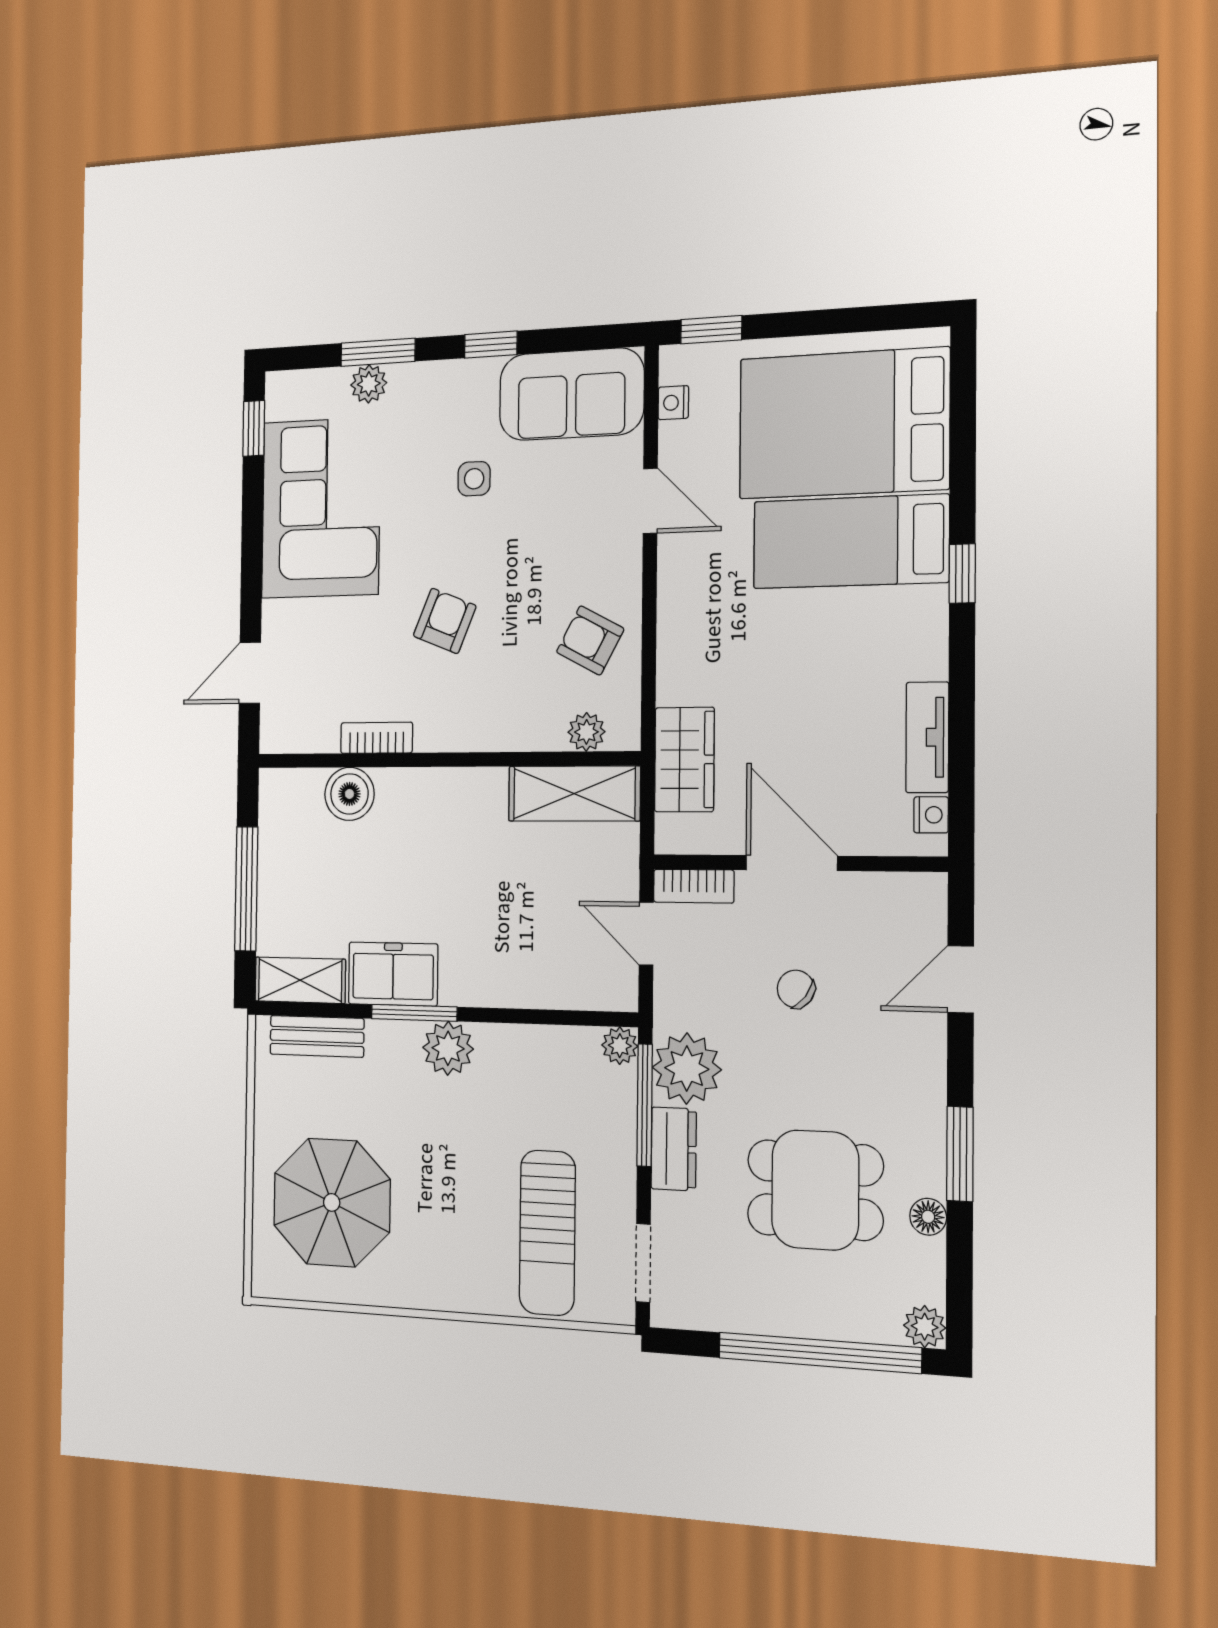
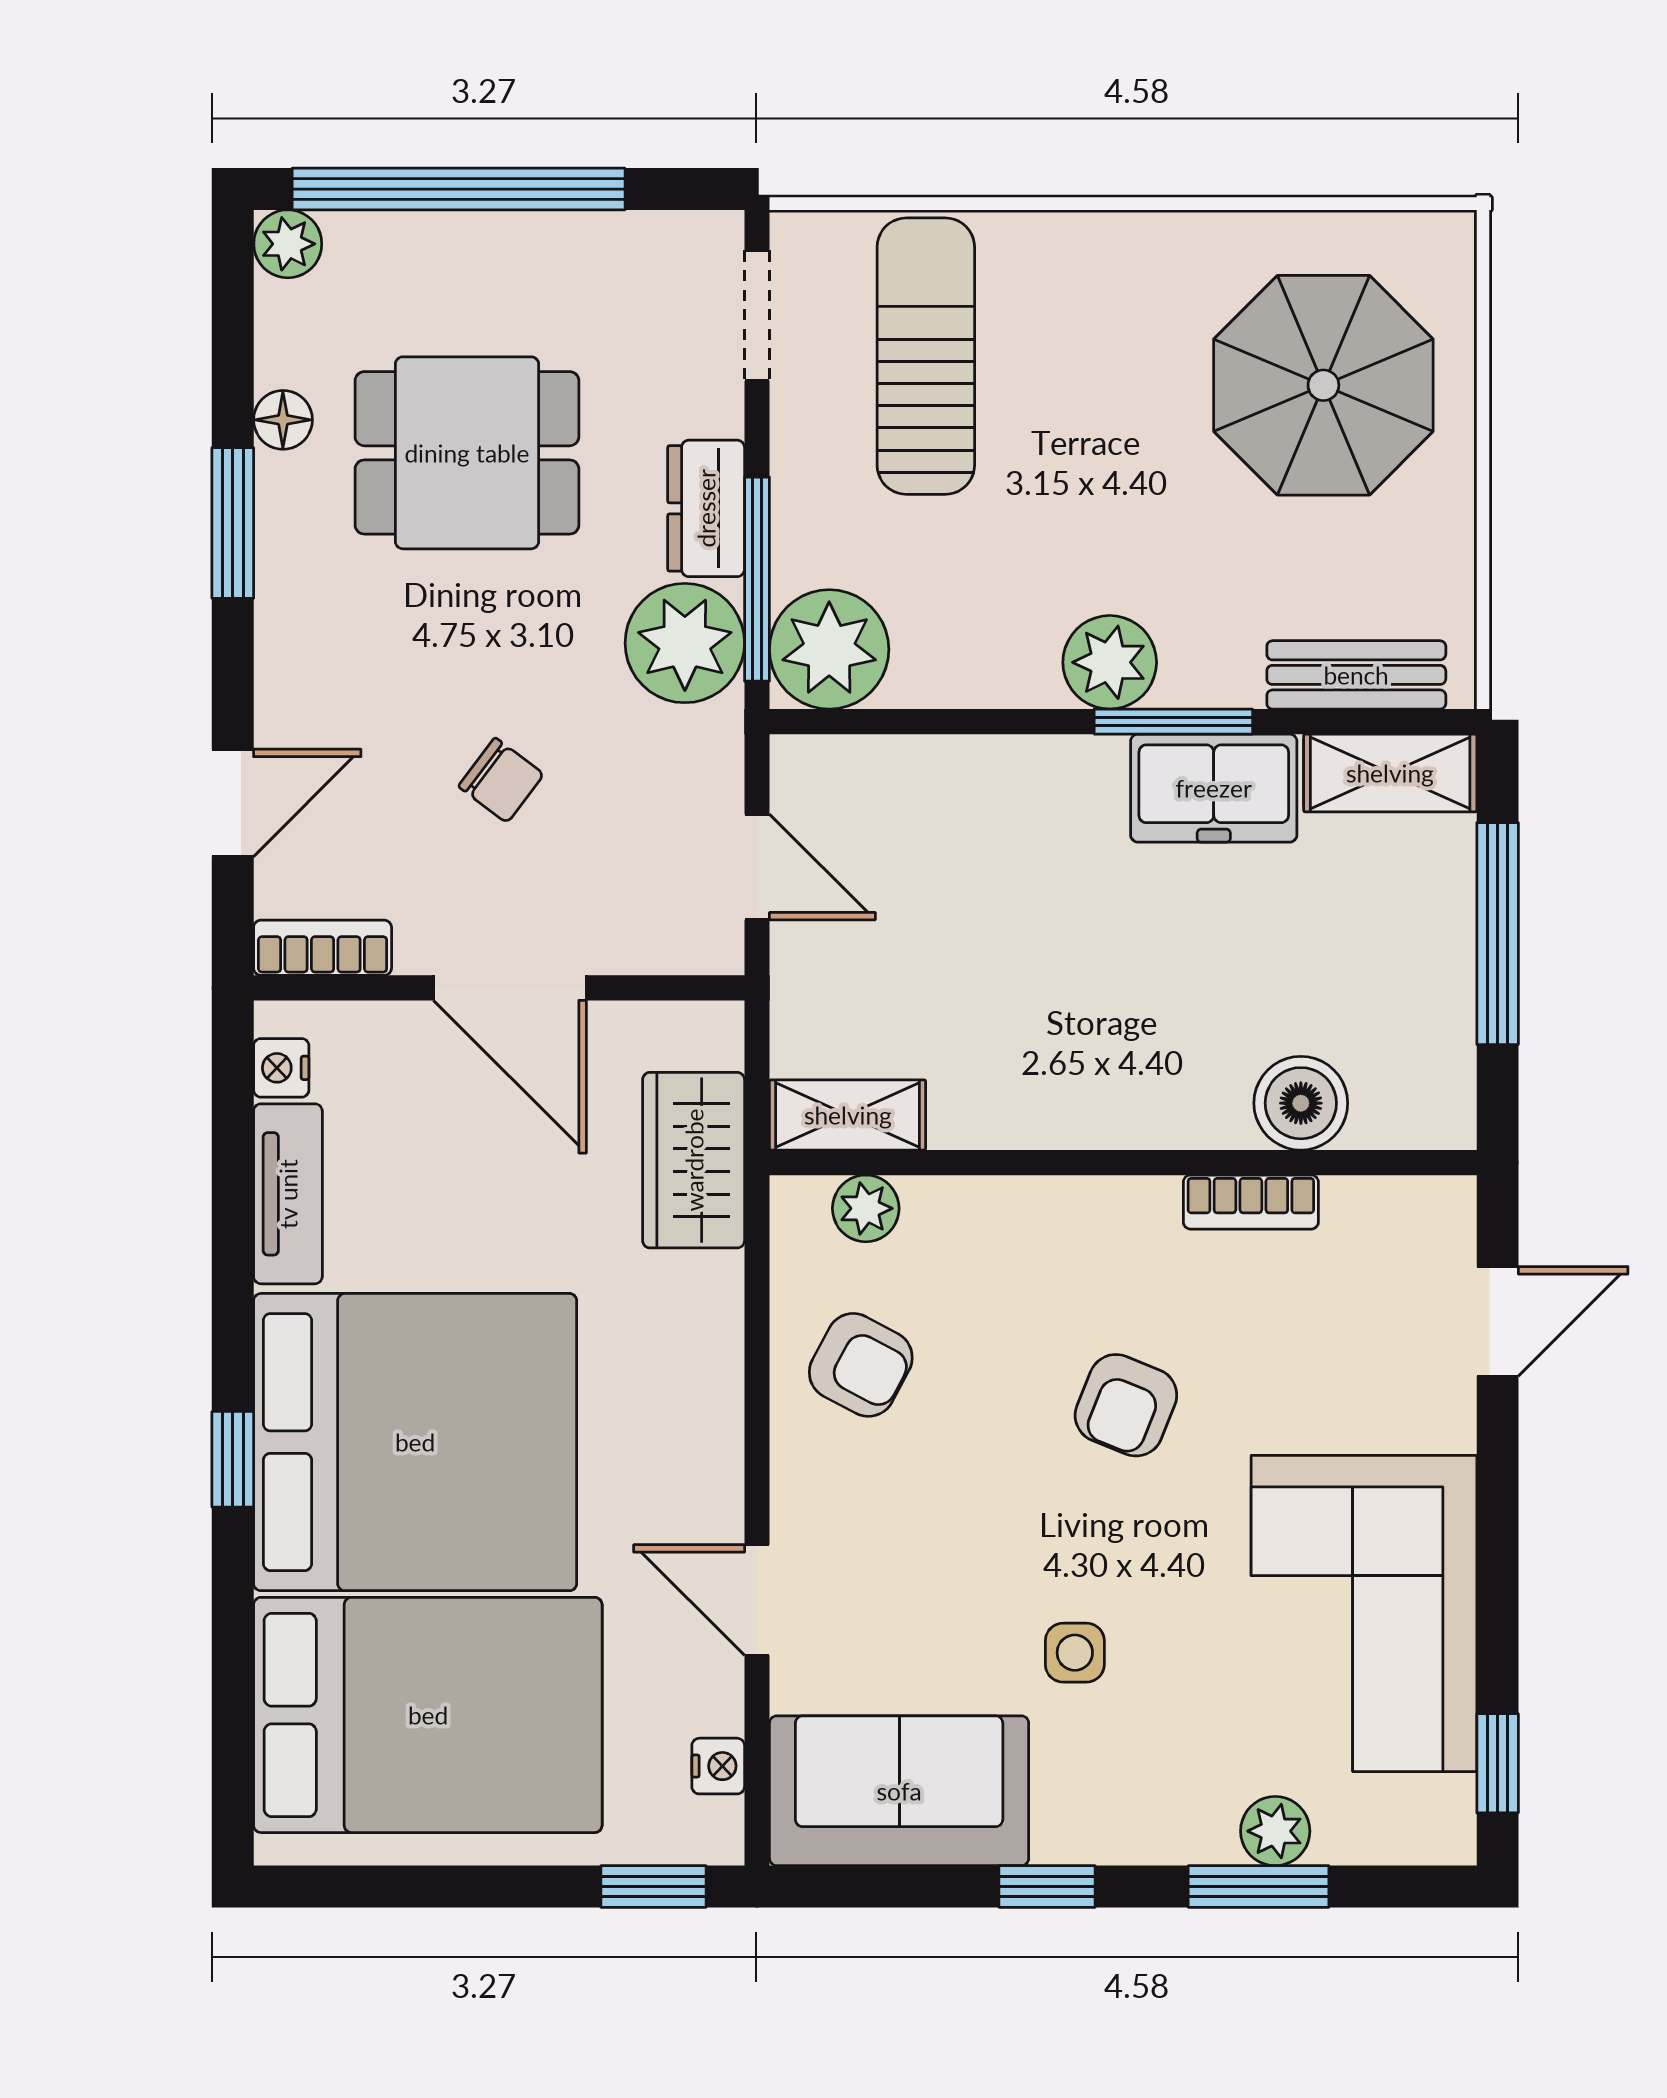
bed: (851, 542) -> (415, 1442), width x2.04
shelving: (574, 794) -> (848, 1115), width x0.67, depth x0.75
bookcase: (694, 886) -> (323, 948), moved
plant: (620, 1046) -> (829, 649), width x1.88, depth x1.88

